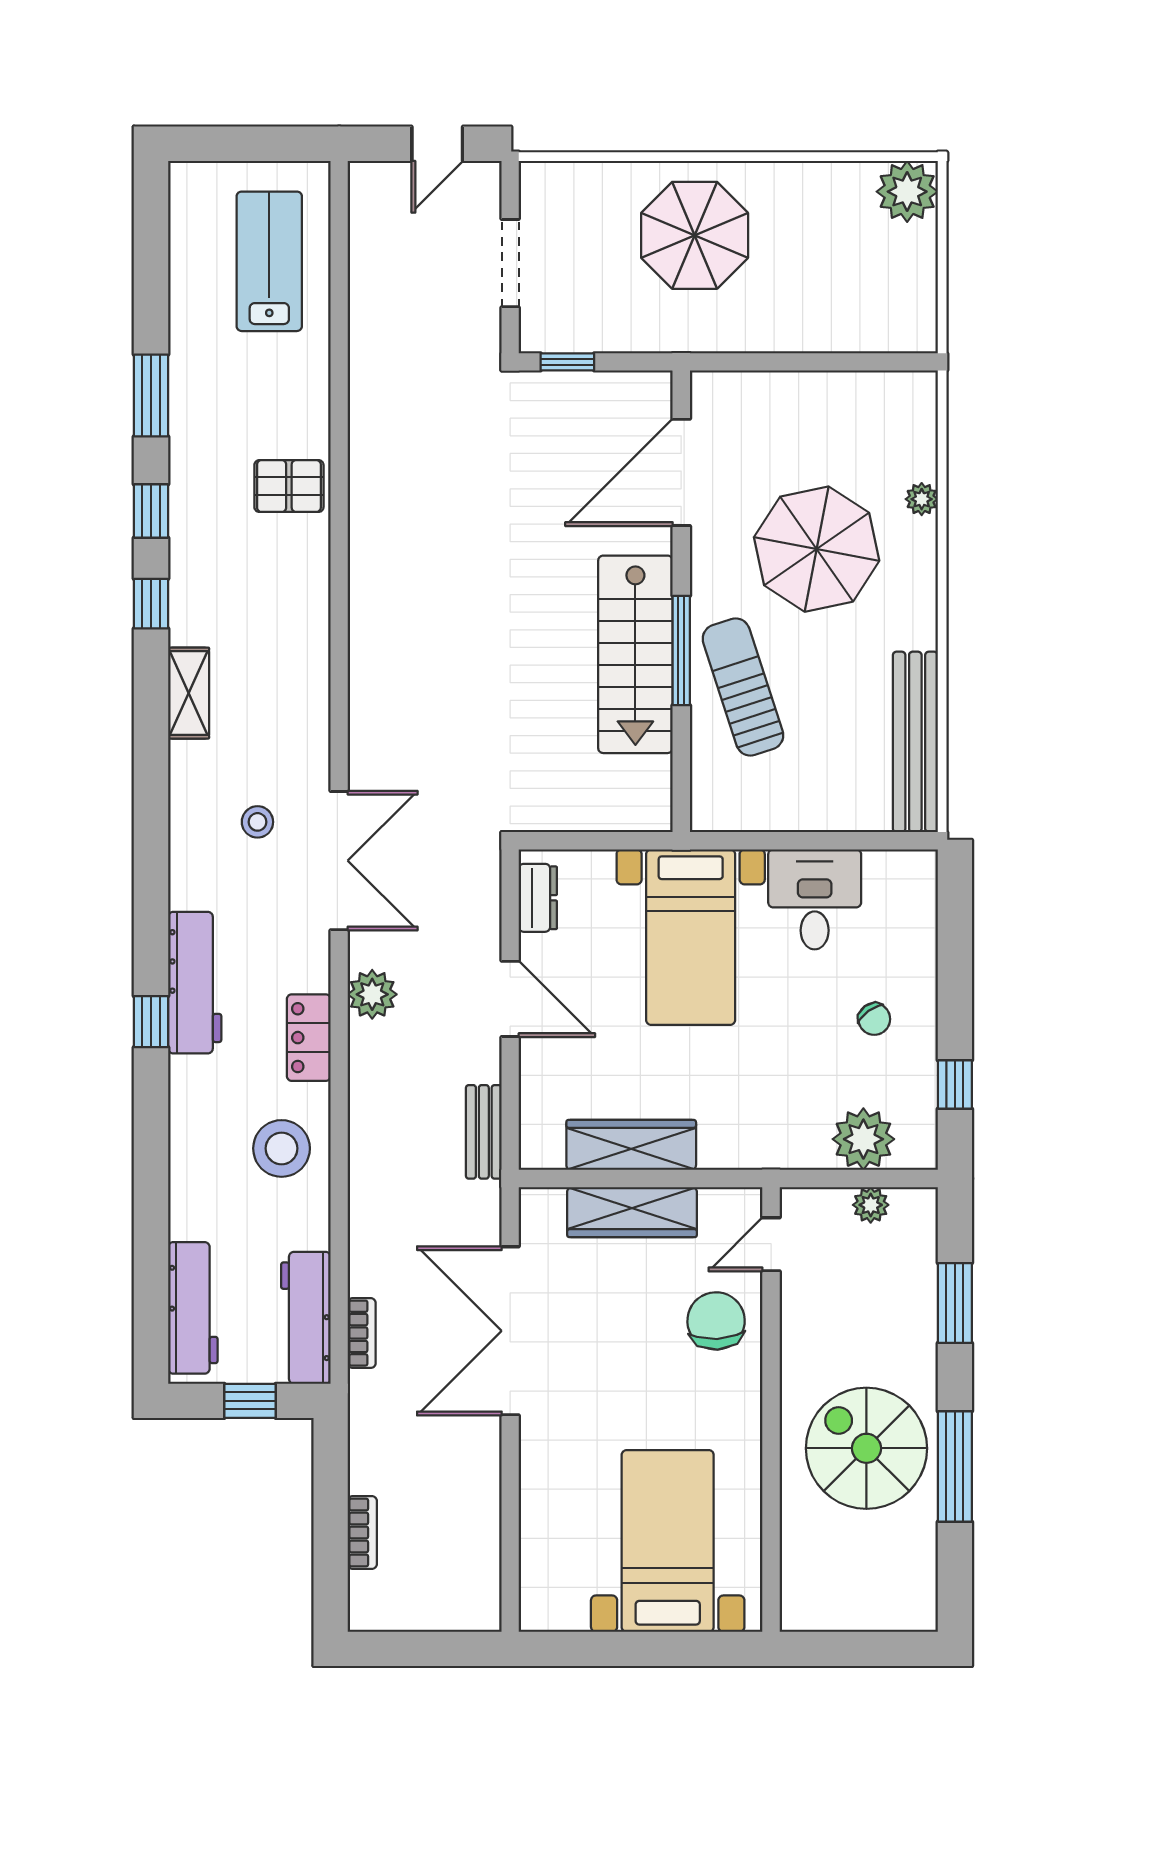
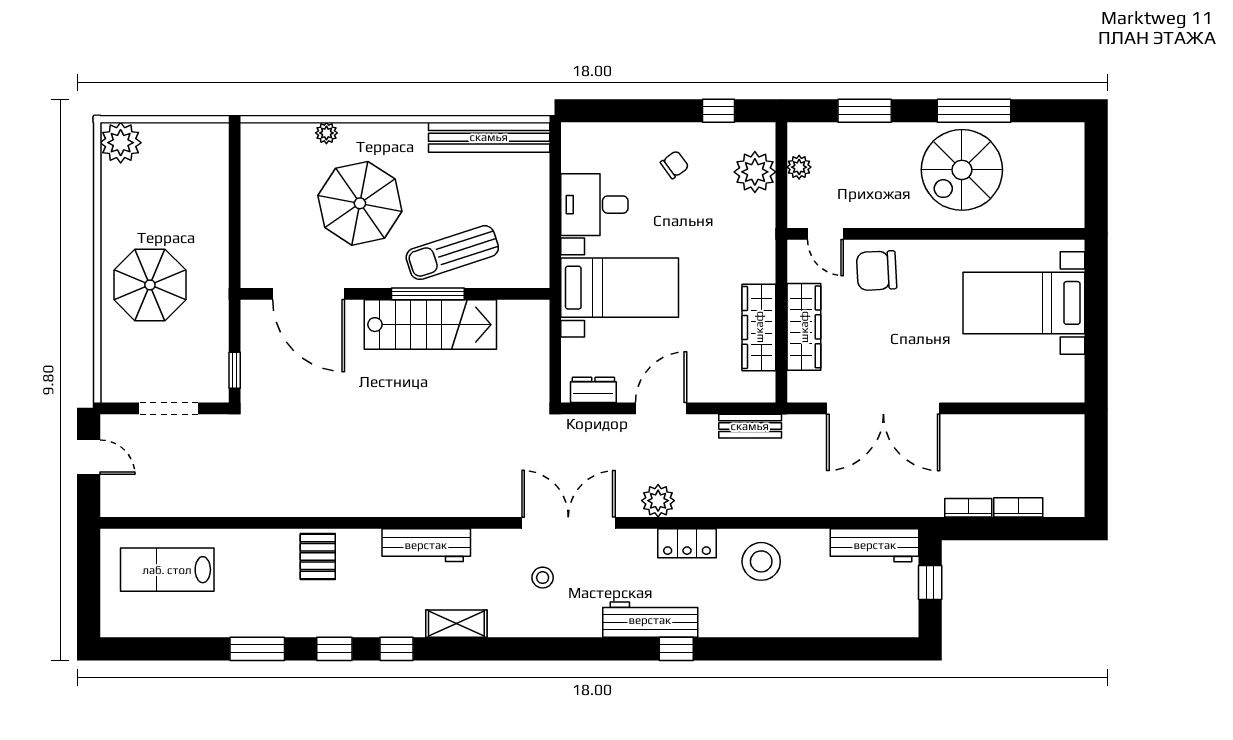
workbench: (193, 1308) -> (426, 545), moved, turned 180
bookcase: (362, 1333) -> (968, 508), moved

